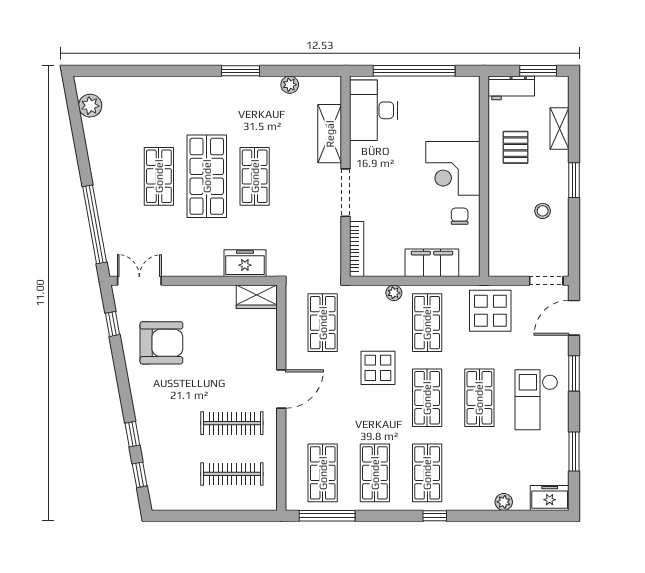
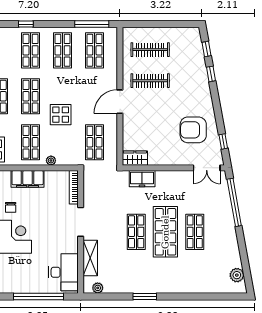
plant: (290, 85) -> (98, 288), moved

